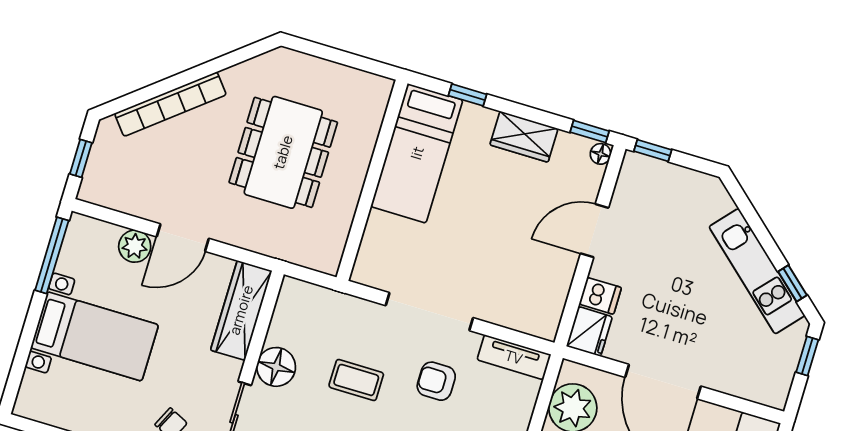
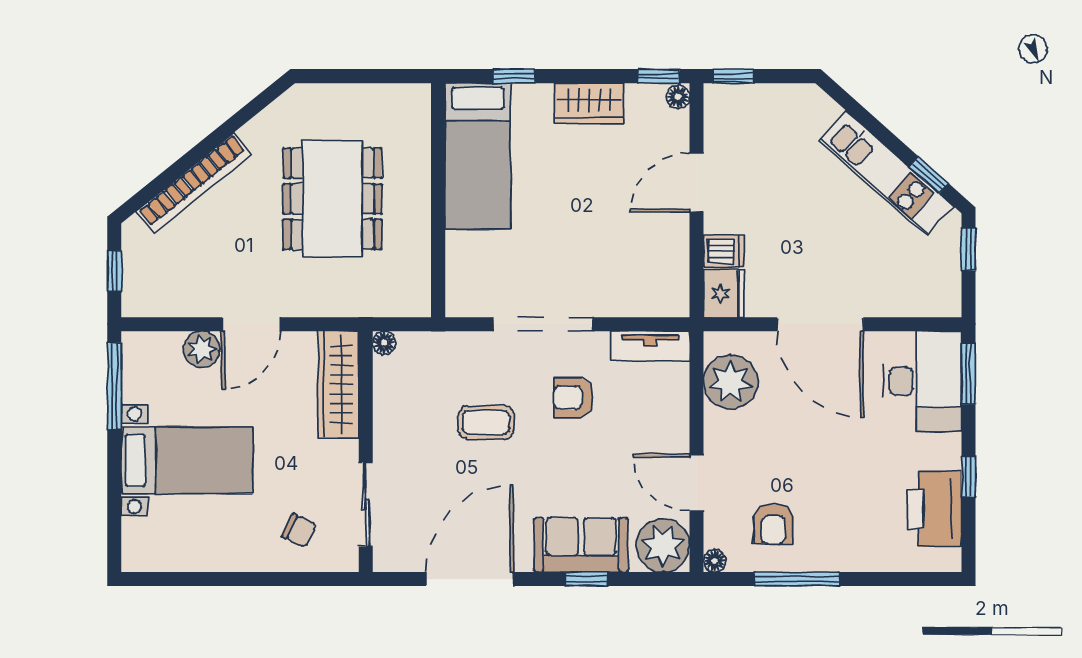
floor lamp: (276, 367) -> (384, 343), moved, width x0.53, depth x0.53

